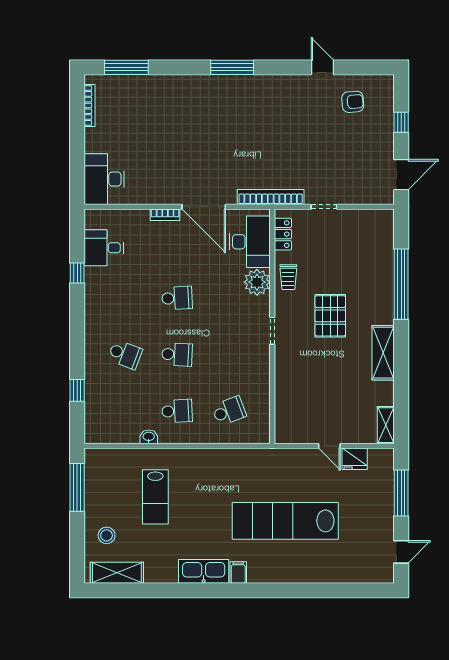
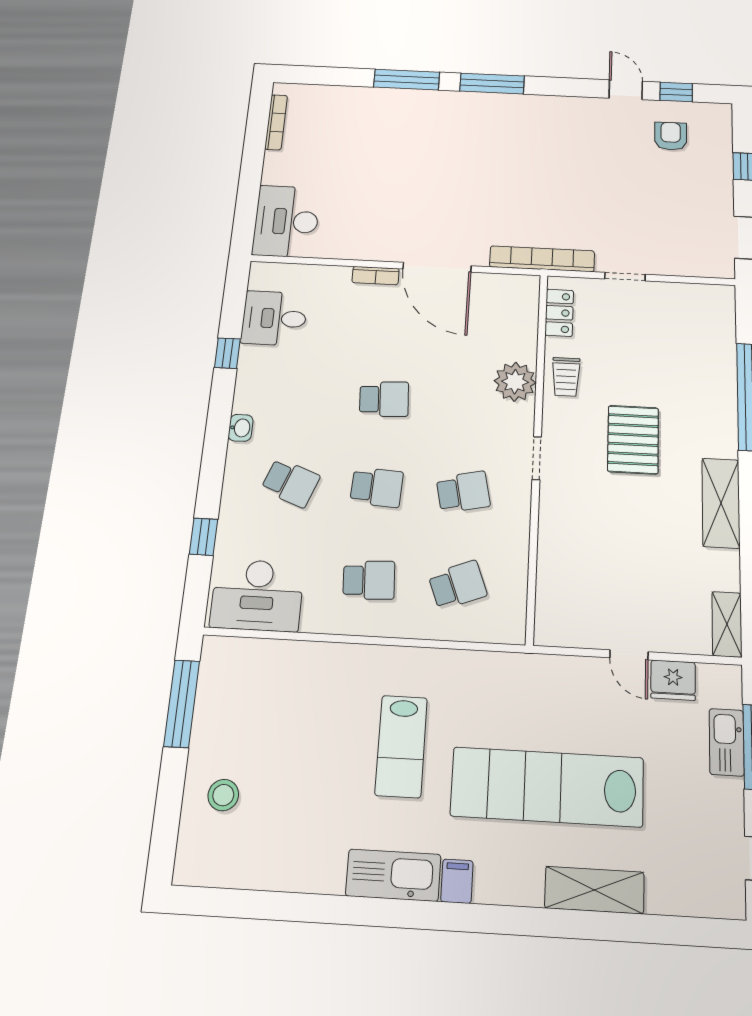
window: (126, 67) -> (407, 80), moved
window: (356, 67) -> (676, 92), added
armchair: (353, 102) -> (671, 136), turned -85
desk: (250, 242) -> (257, 595), moved, turned 90
school desk: (229, 354) -> (463, 492), added
washbasin: (149, 437) -> (241, 428), moved, turned 90
kitchen sink: (385, 491) -> (727, 742), added
lab bench: (155, 497) -> (401, 746), moved
shelving: (117, 573) -> (594, 890), moved

